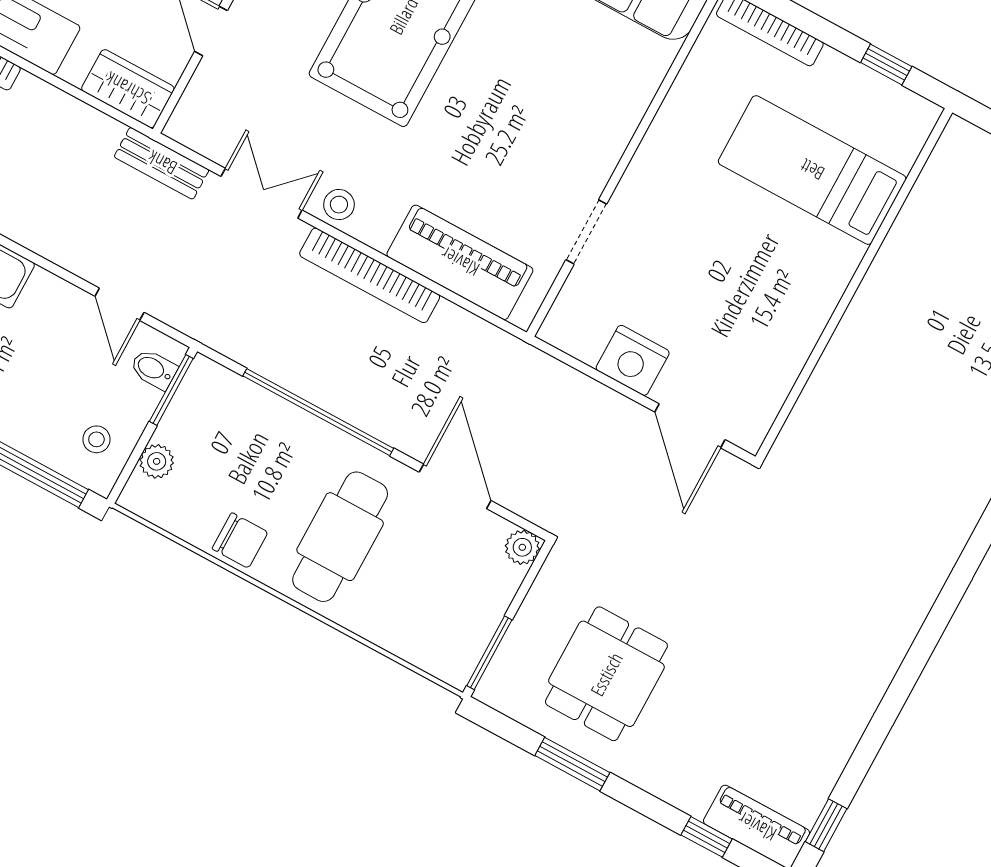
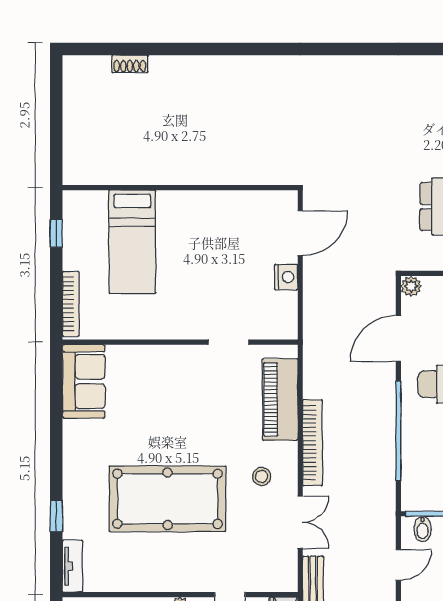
double door: (262, 193) -> (300, 522), swing flipped
stool: (339, 205) -> (262, 476), moved
nightstand: (633, 360) -> (286, 277), width x0.74, depth x0.75

